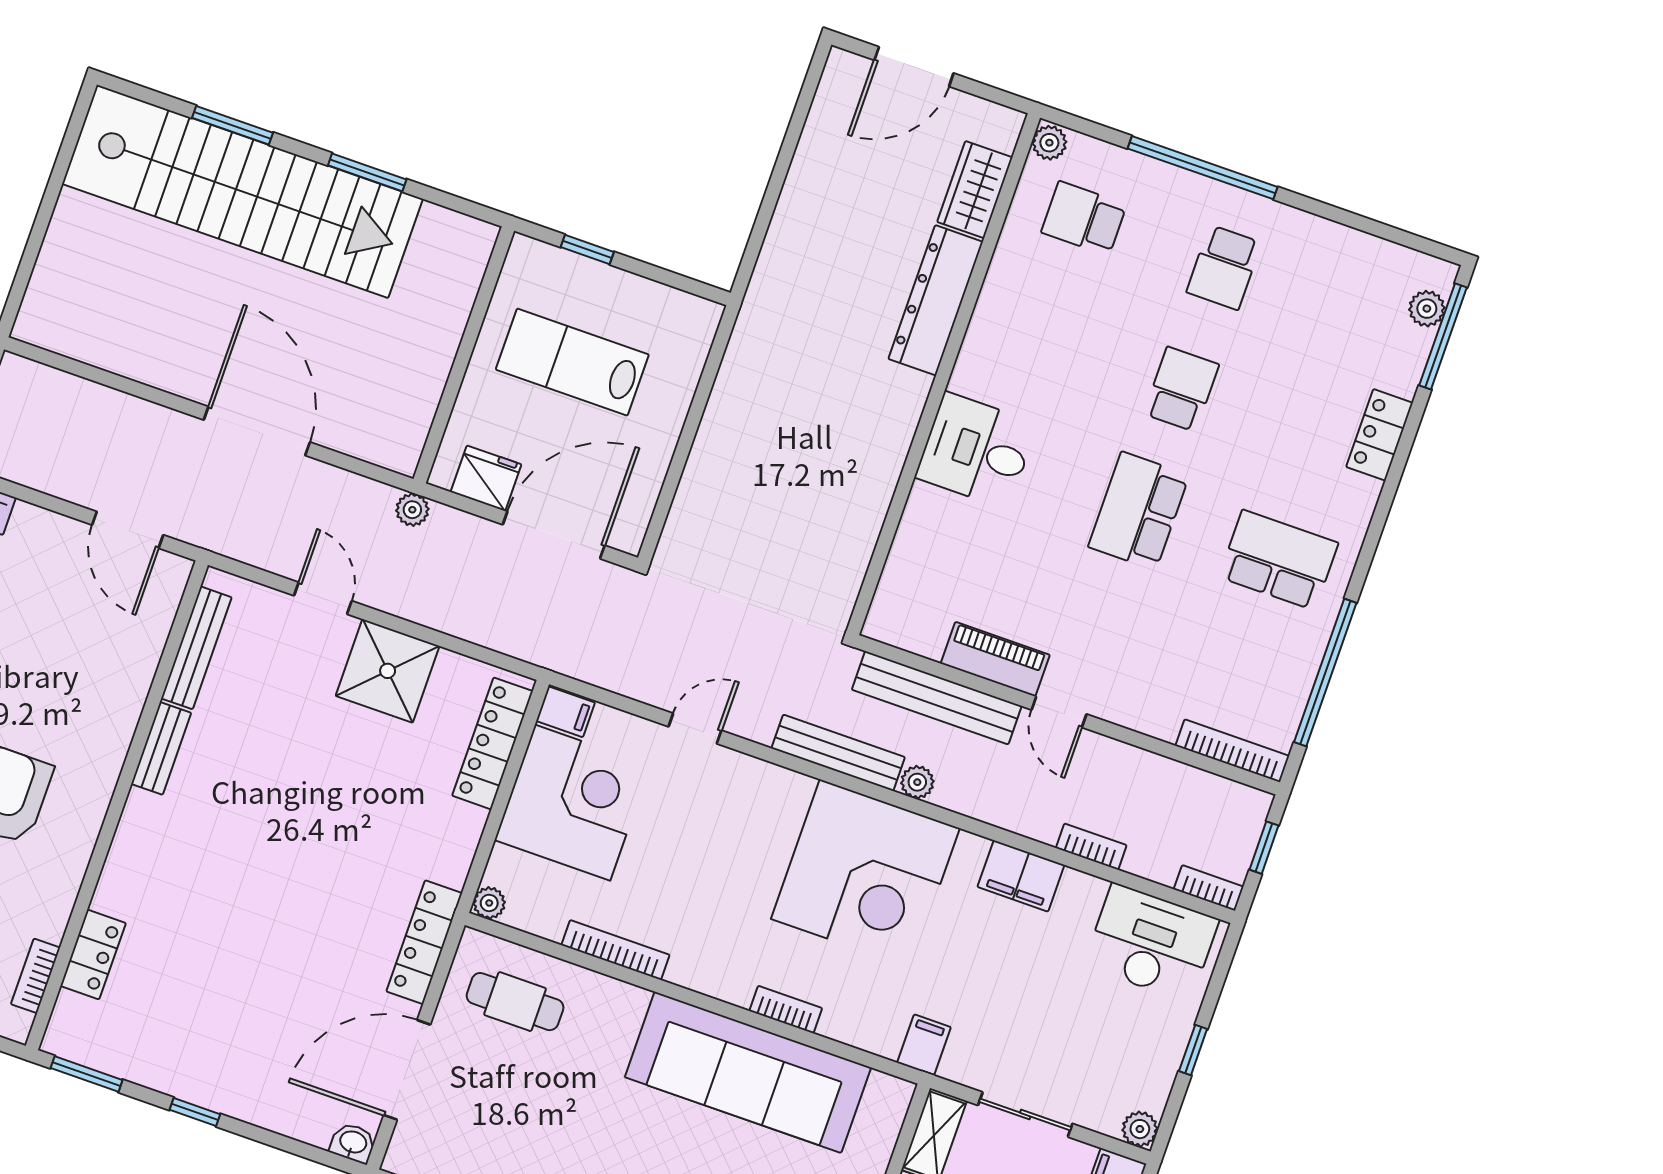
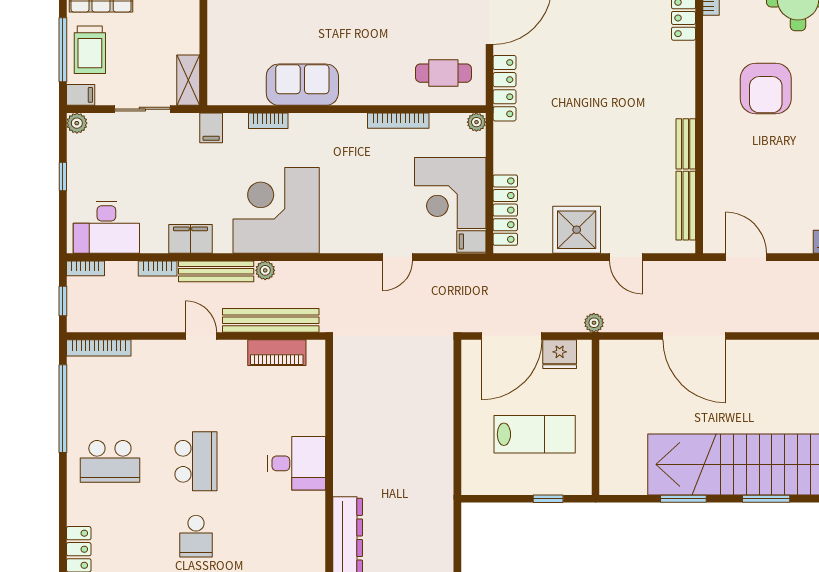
piano: (995, 659) -> (277, 353), moved
bench: (838, 753) -> (216, 271), moved
bookcase: (786, 1009) -> (268, 121), moved
sofa: (748, 1072) -> (302, 85), width x0.54, depth x0.79

